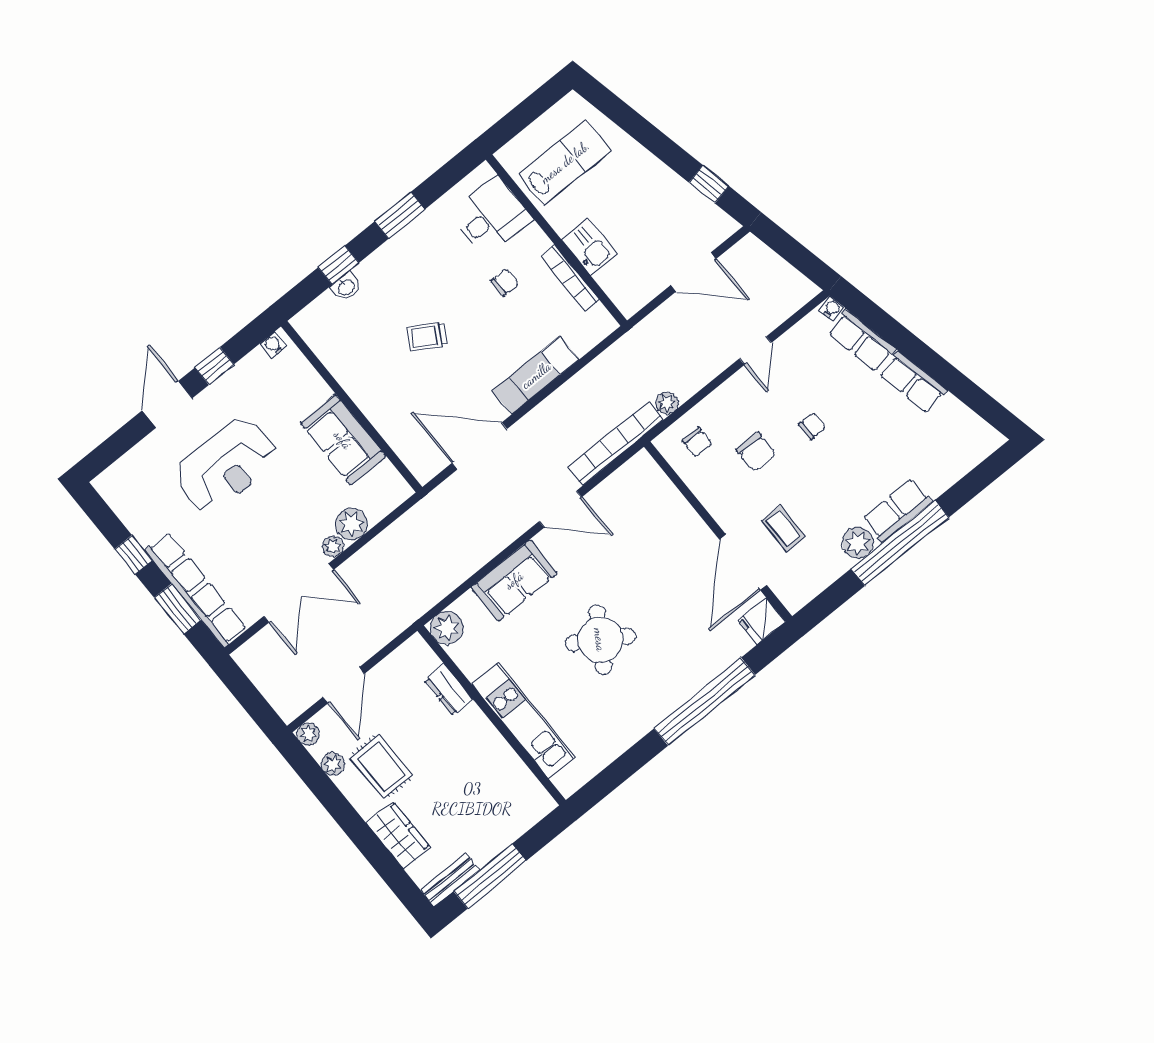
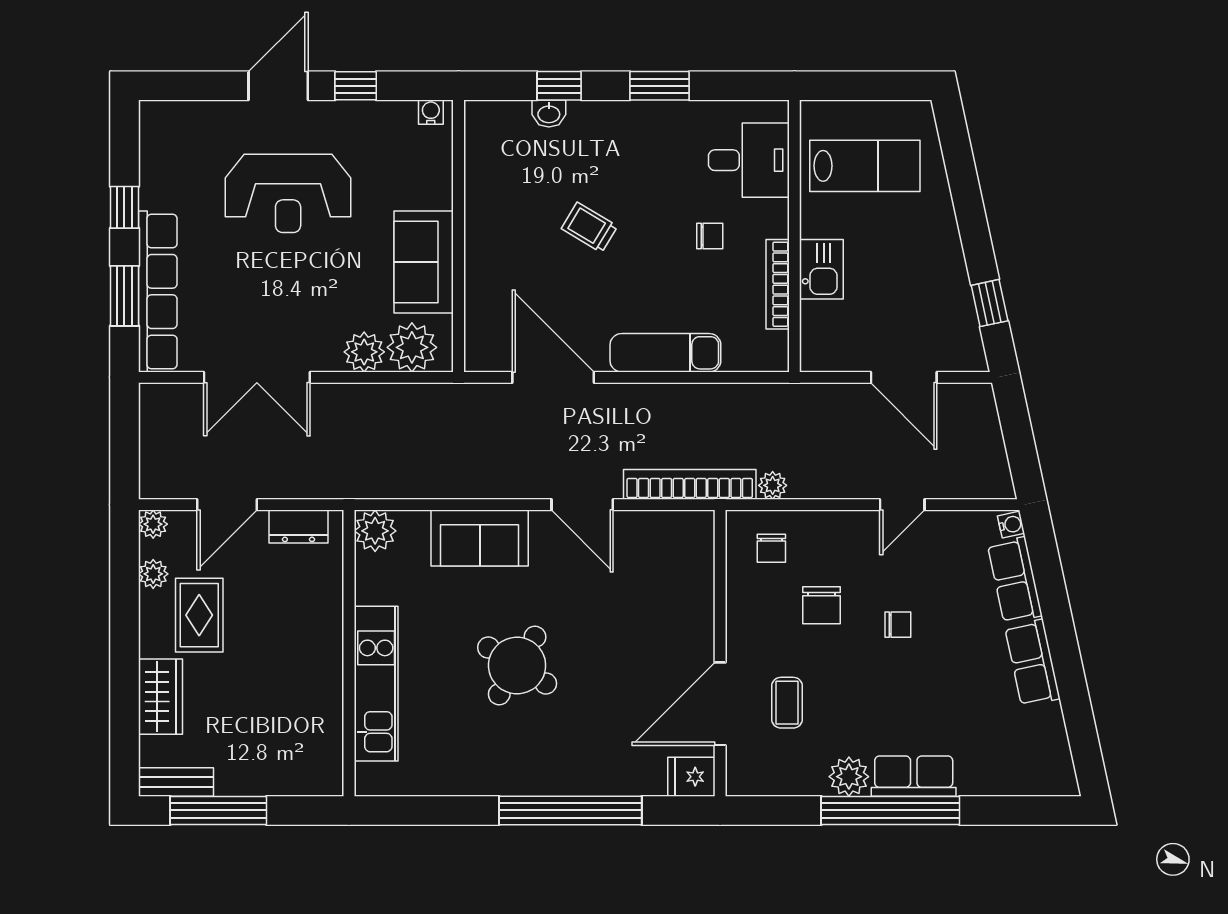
plant: (333, 546) -> (412, 347), moved, width x1.87, depth x1.87
dresser: (449, 690) -> (298, 527), moved, turned -90

